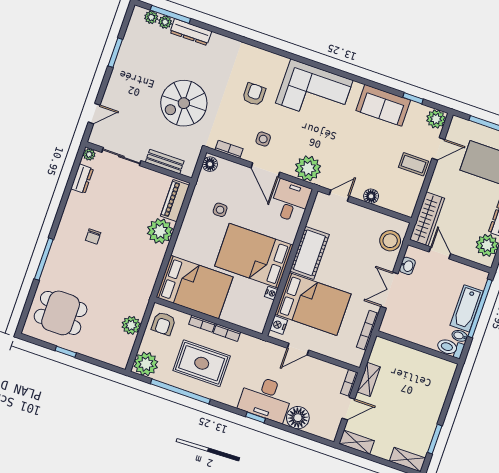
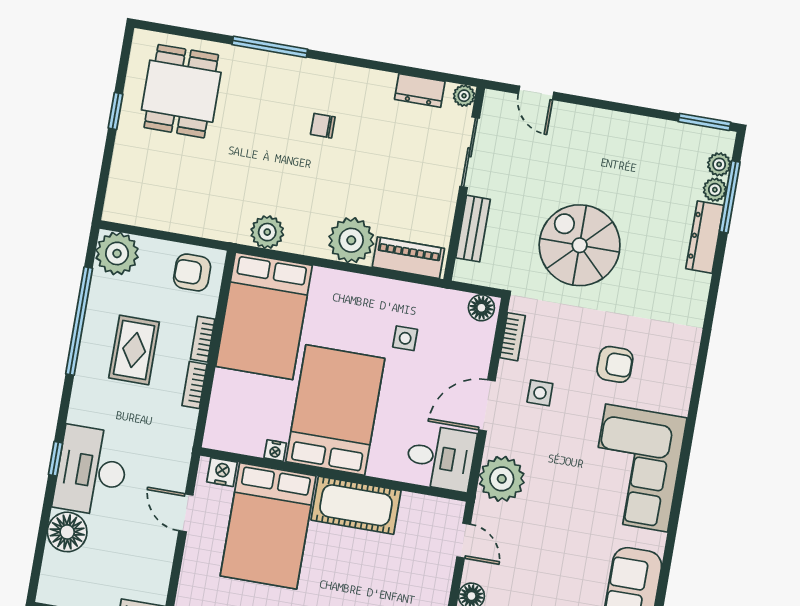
window: (115, 53) -> (704, 122), moved
plant: (131, 325) -> (267, 232), moved
rug: (202, 363) -> (134, 350), width x0.73, depth x0.70

